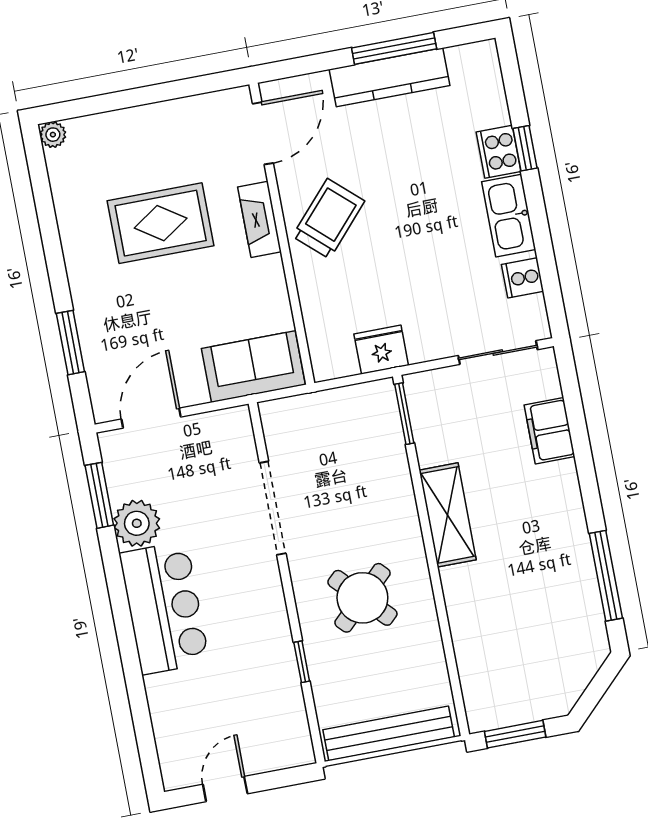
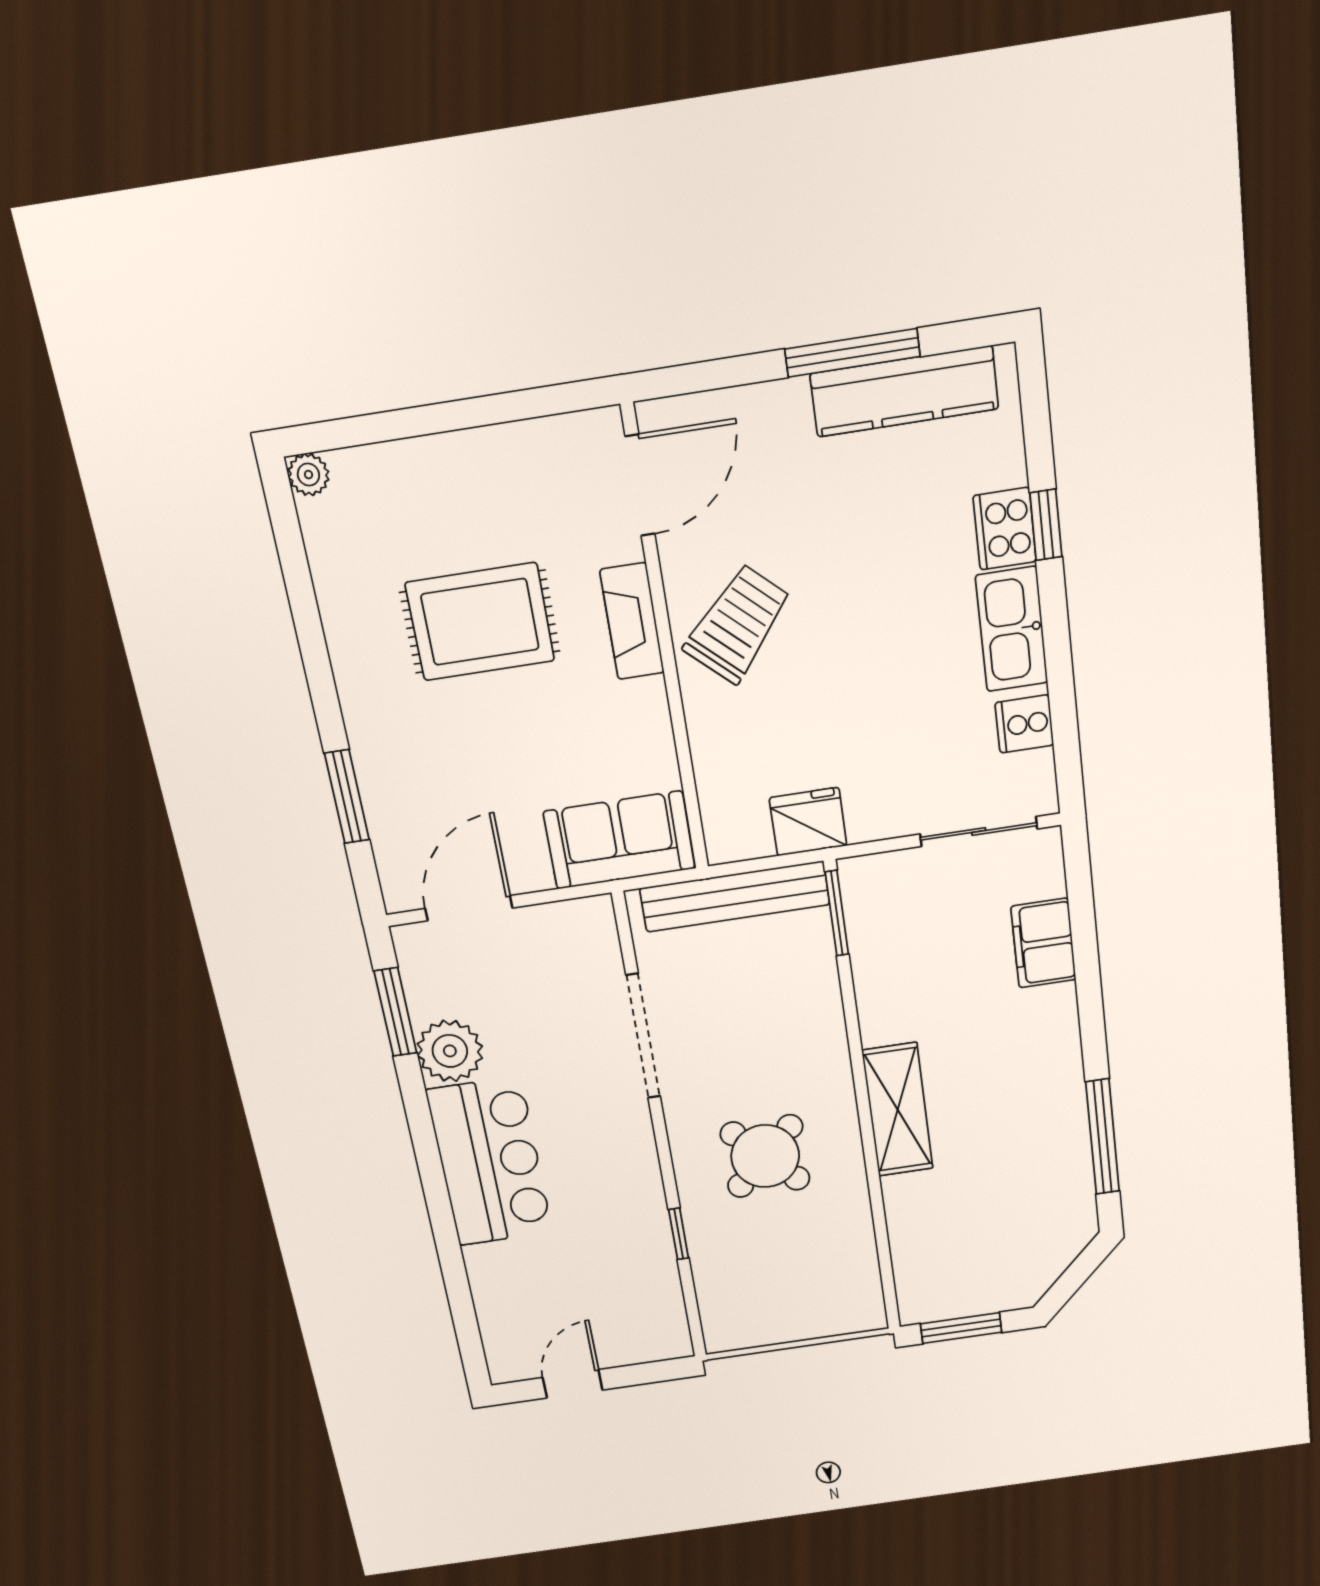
kitchen counter: (389, 77) -> (904, 391), moved
shelving: (448, 515) -> (898, 1110), moved
bench: (389, 733) -> (735, 897), moved

